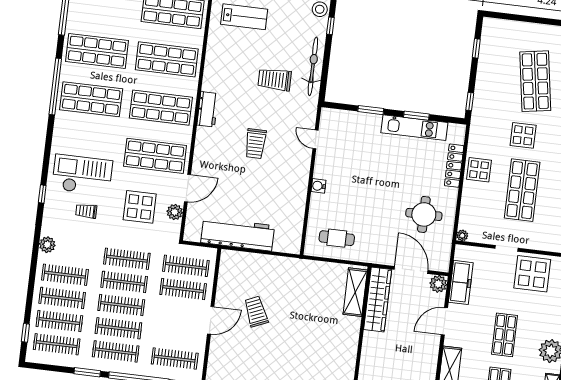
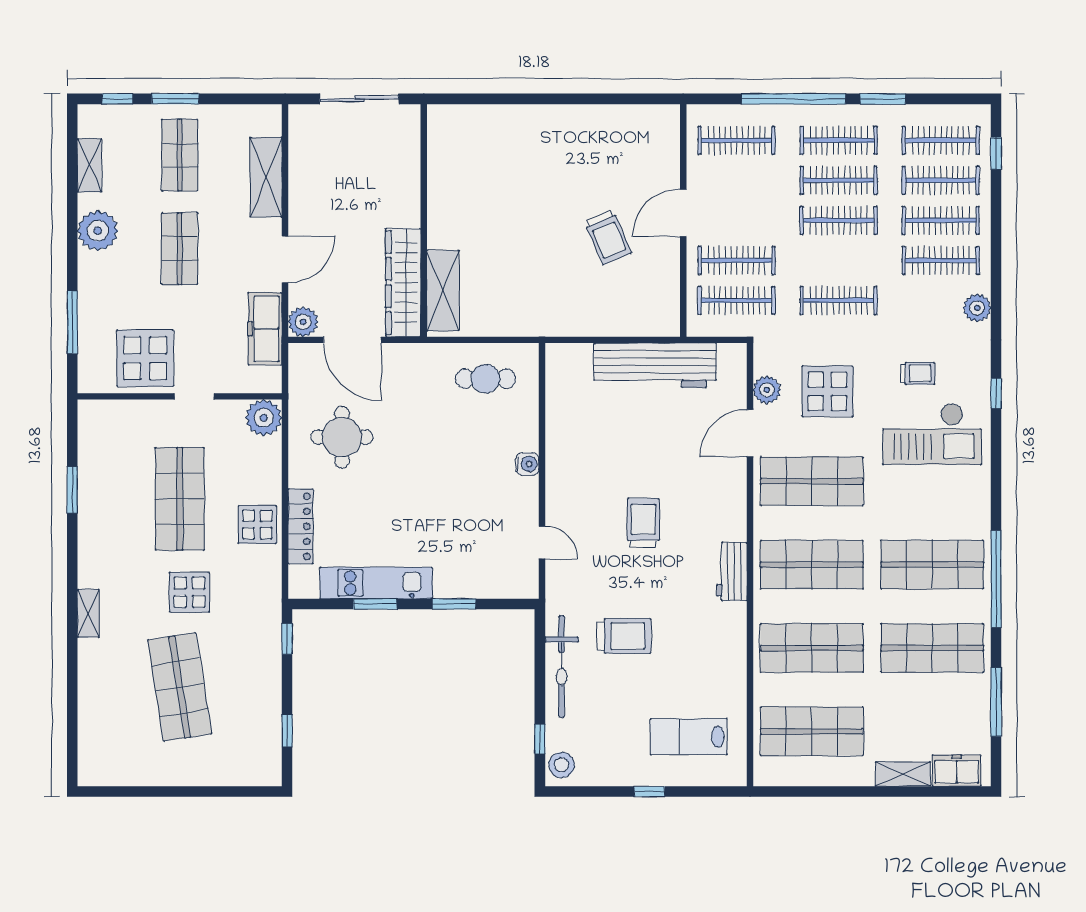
plant: (462, 235) -> (264, 418), width x1.88, depth x1.88
clothes rail: (124, 282) -> (839, 260), removed

